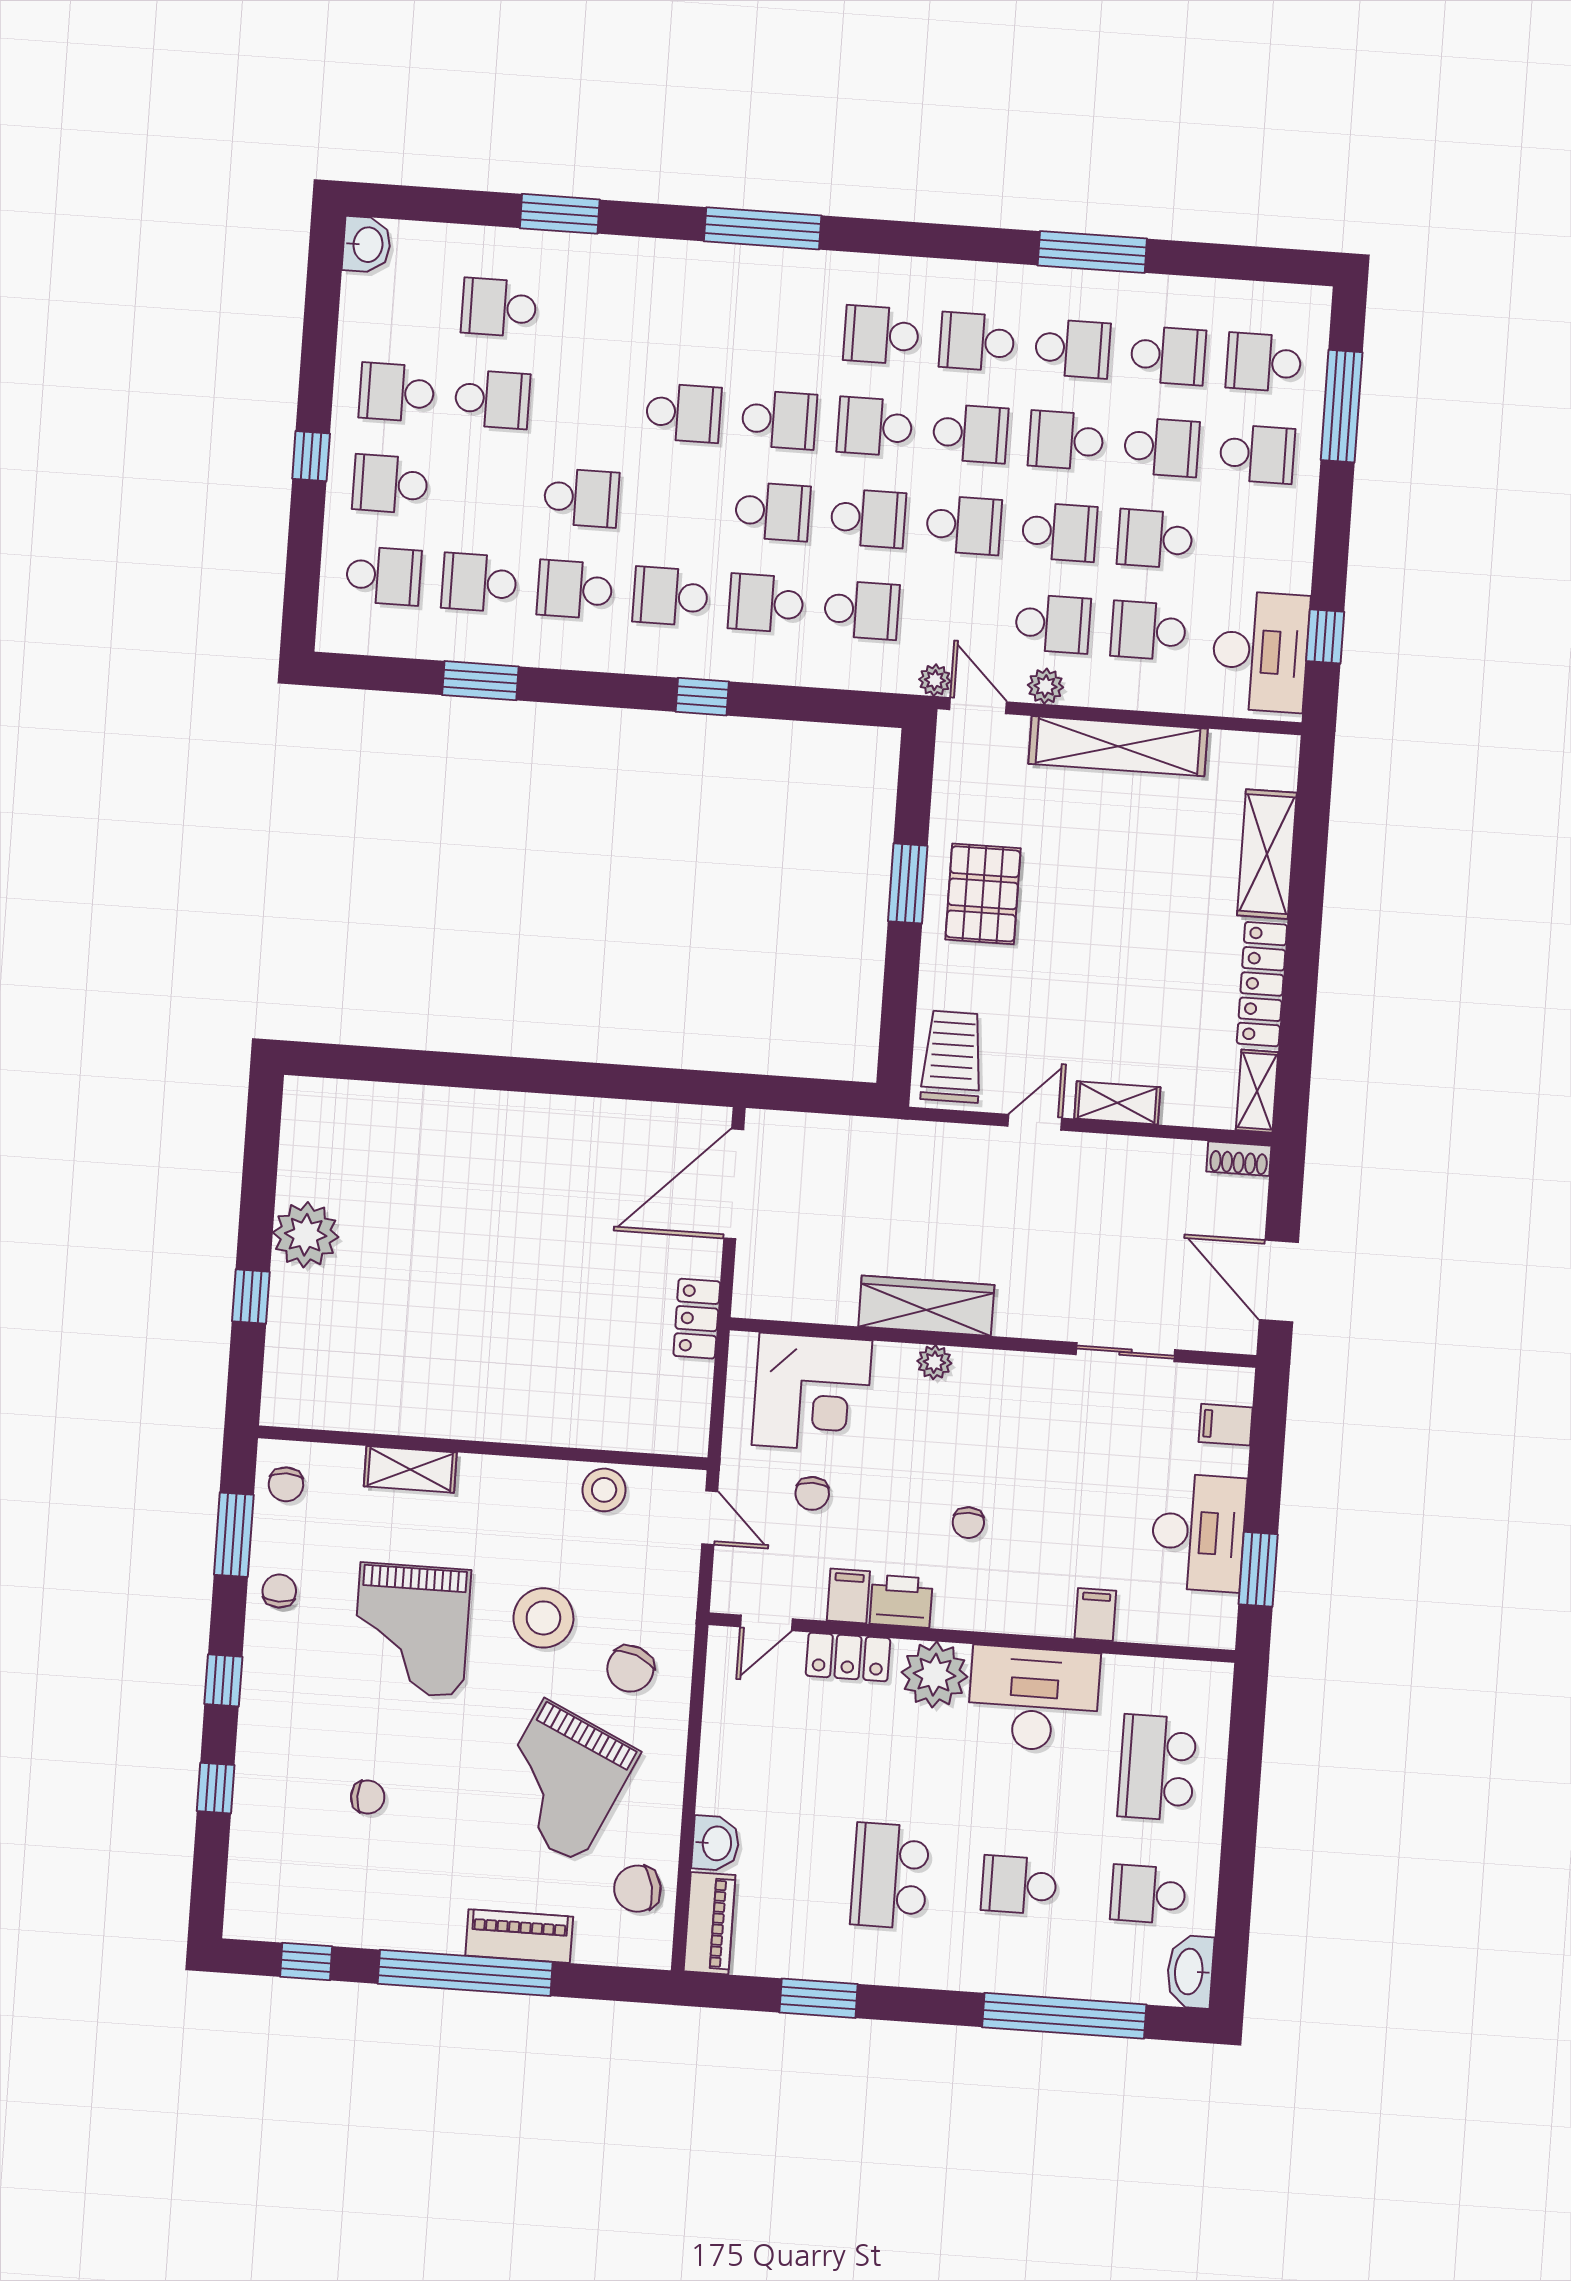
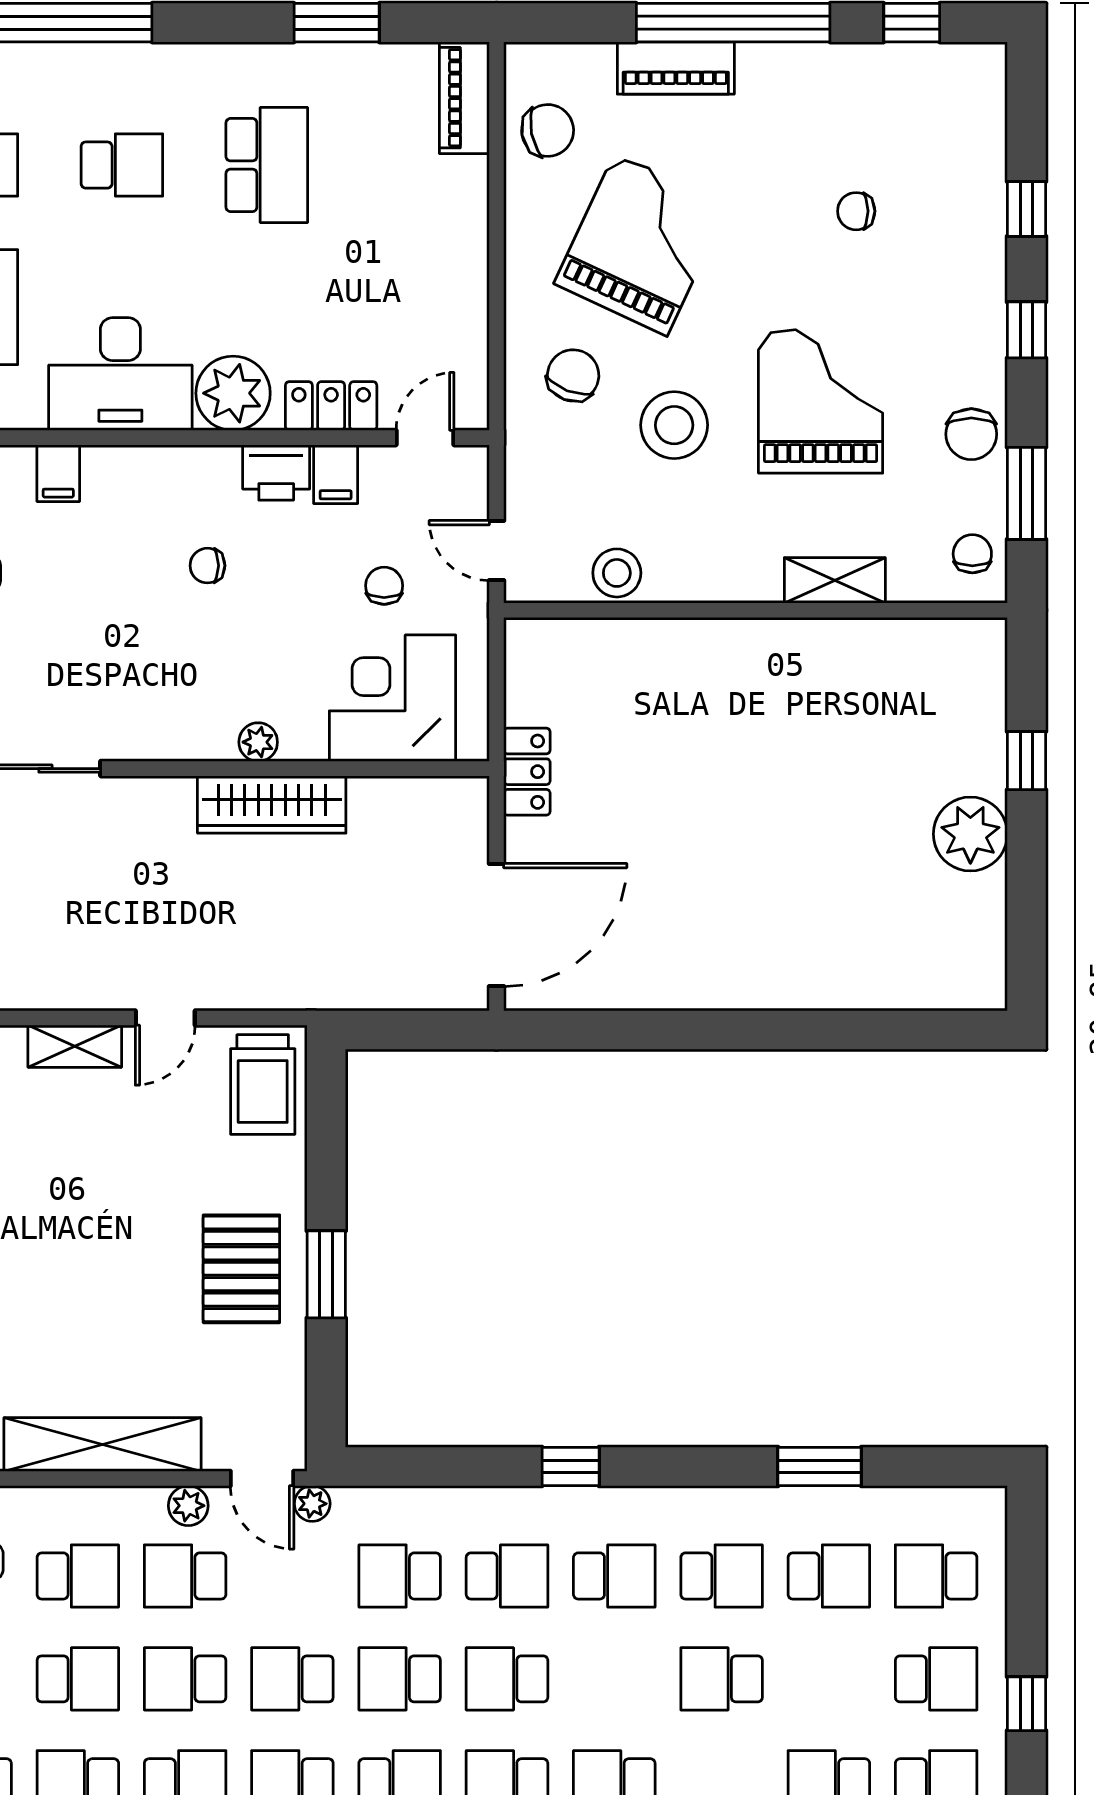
chair: (968, 1523) -> (207, 566), turned -90
chair: (279, 1591) -> (971, 434), width x1.37, depth x1.37
washbasin: (716, 1843) -> (464, 187), removed

